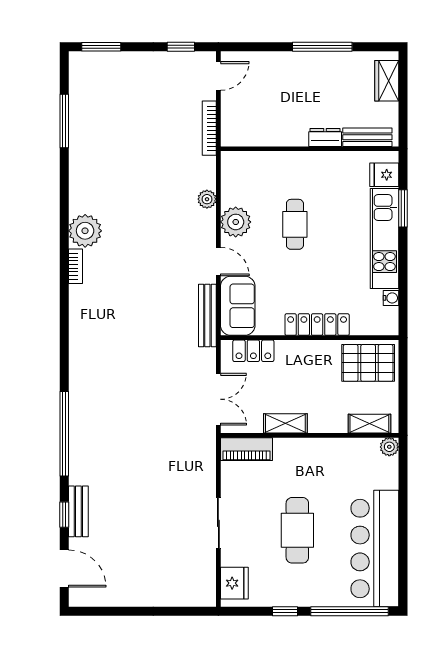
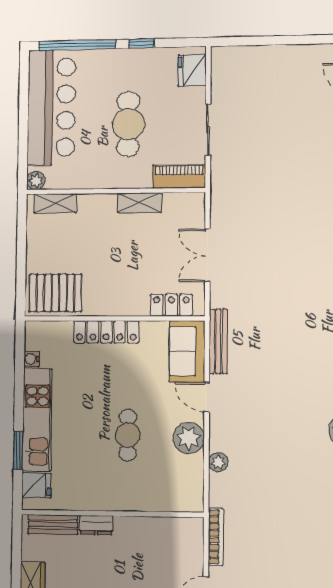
shelving: (285, 423) -> (140, 203), moved
shelving: (369, 424) -> (55, 203), moved
wall: (310, 435) -> (115, 191), moved
plant: (389, 447) -> (36, 180), moved
piano: (246, 449) -> (179, 176), moved

